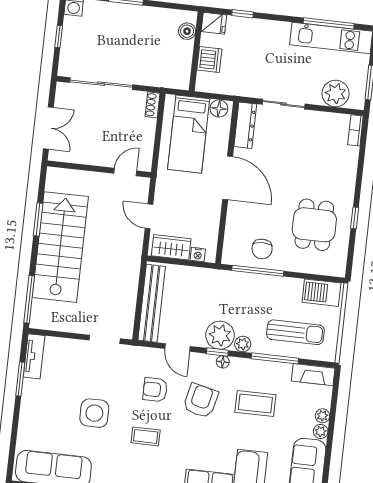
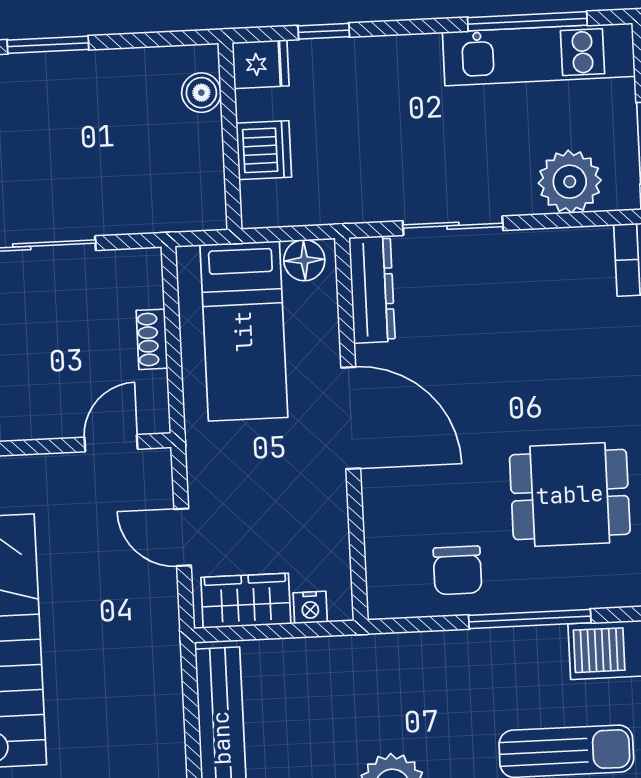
shoe rack: (152, 105) -> (152, 339), moved
dining table: (314, 225) -> (570, 495), turned 90
window: (258, 271) -> (530, 619), moved

